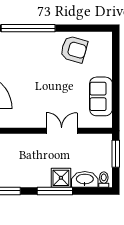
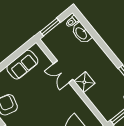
shower: (61, 178) -> (84, 82), moved
window: (55, 191) -> (103, 46), removed

